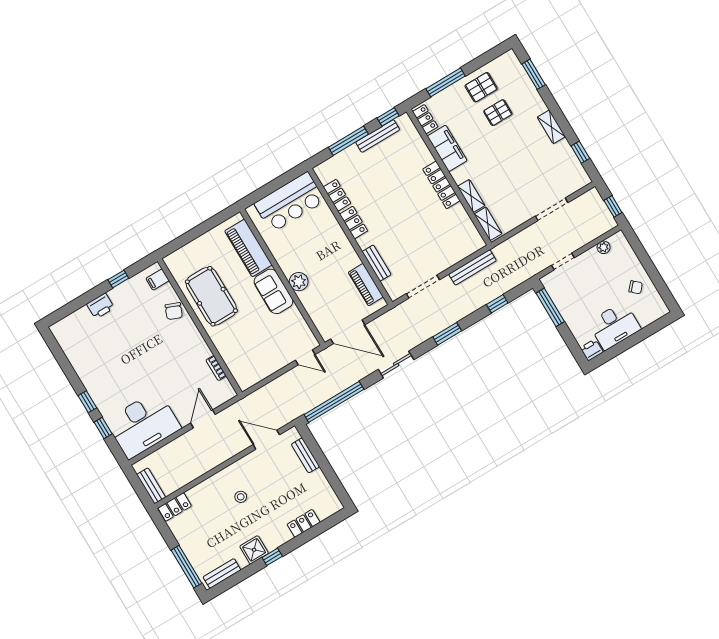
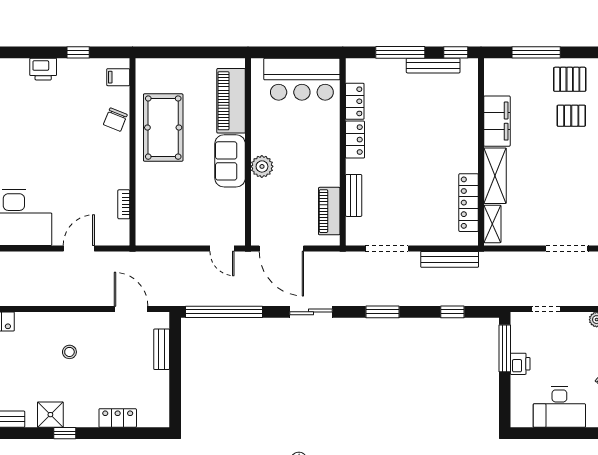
locker: (425, 119) -> (492, 78), removed
locker: (441, 185) -> (469, 203), moved
shelving: (471, 196) -> (495, 176), width x1.50, depth x1.33
printer: (592, 350) -> (520, 364), moved, turned 90

